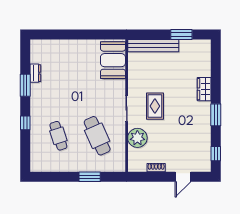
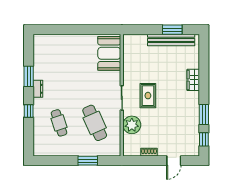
bench: (153, 46) -> (171, 40), moved
dresser: (35, 73) -> (38, 89), moved
window: (216, 115) -> (204, 115), moved

